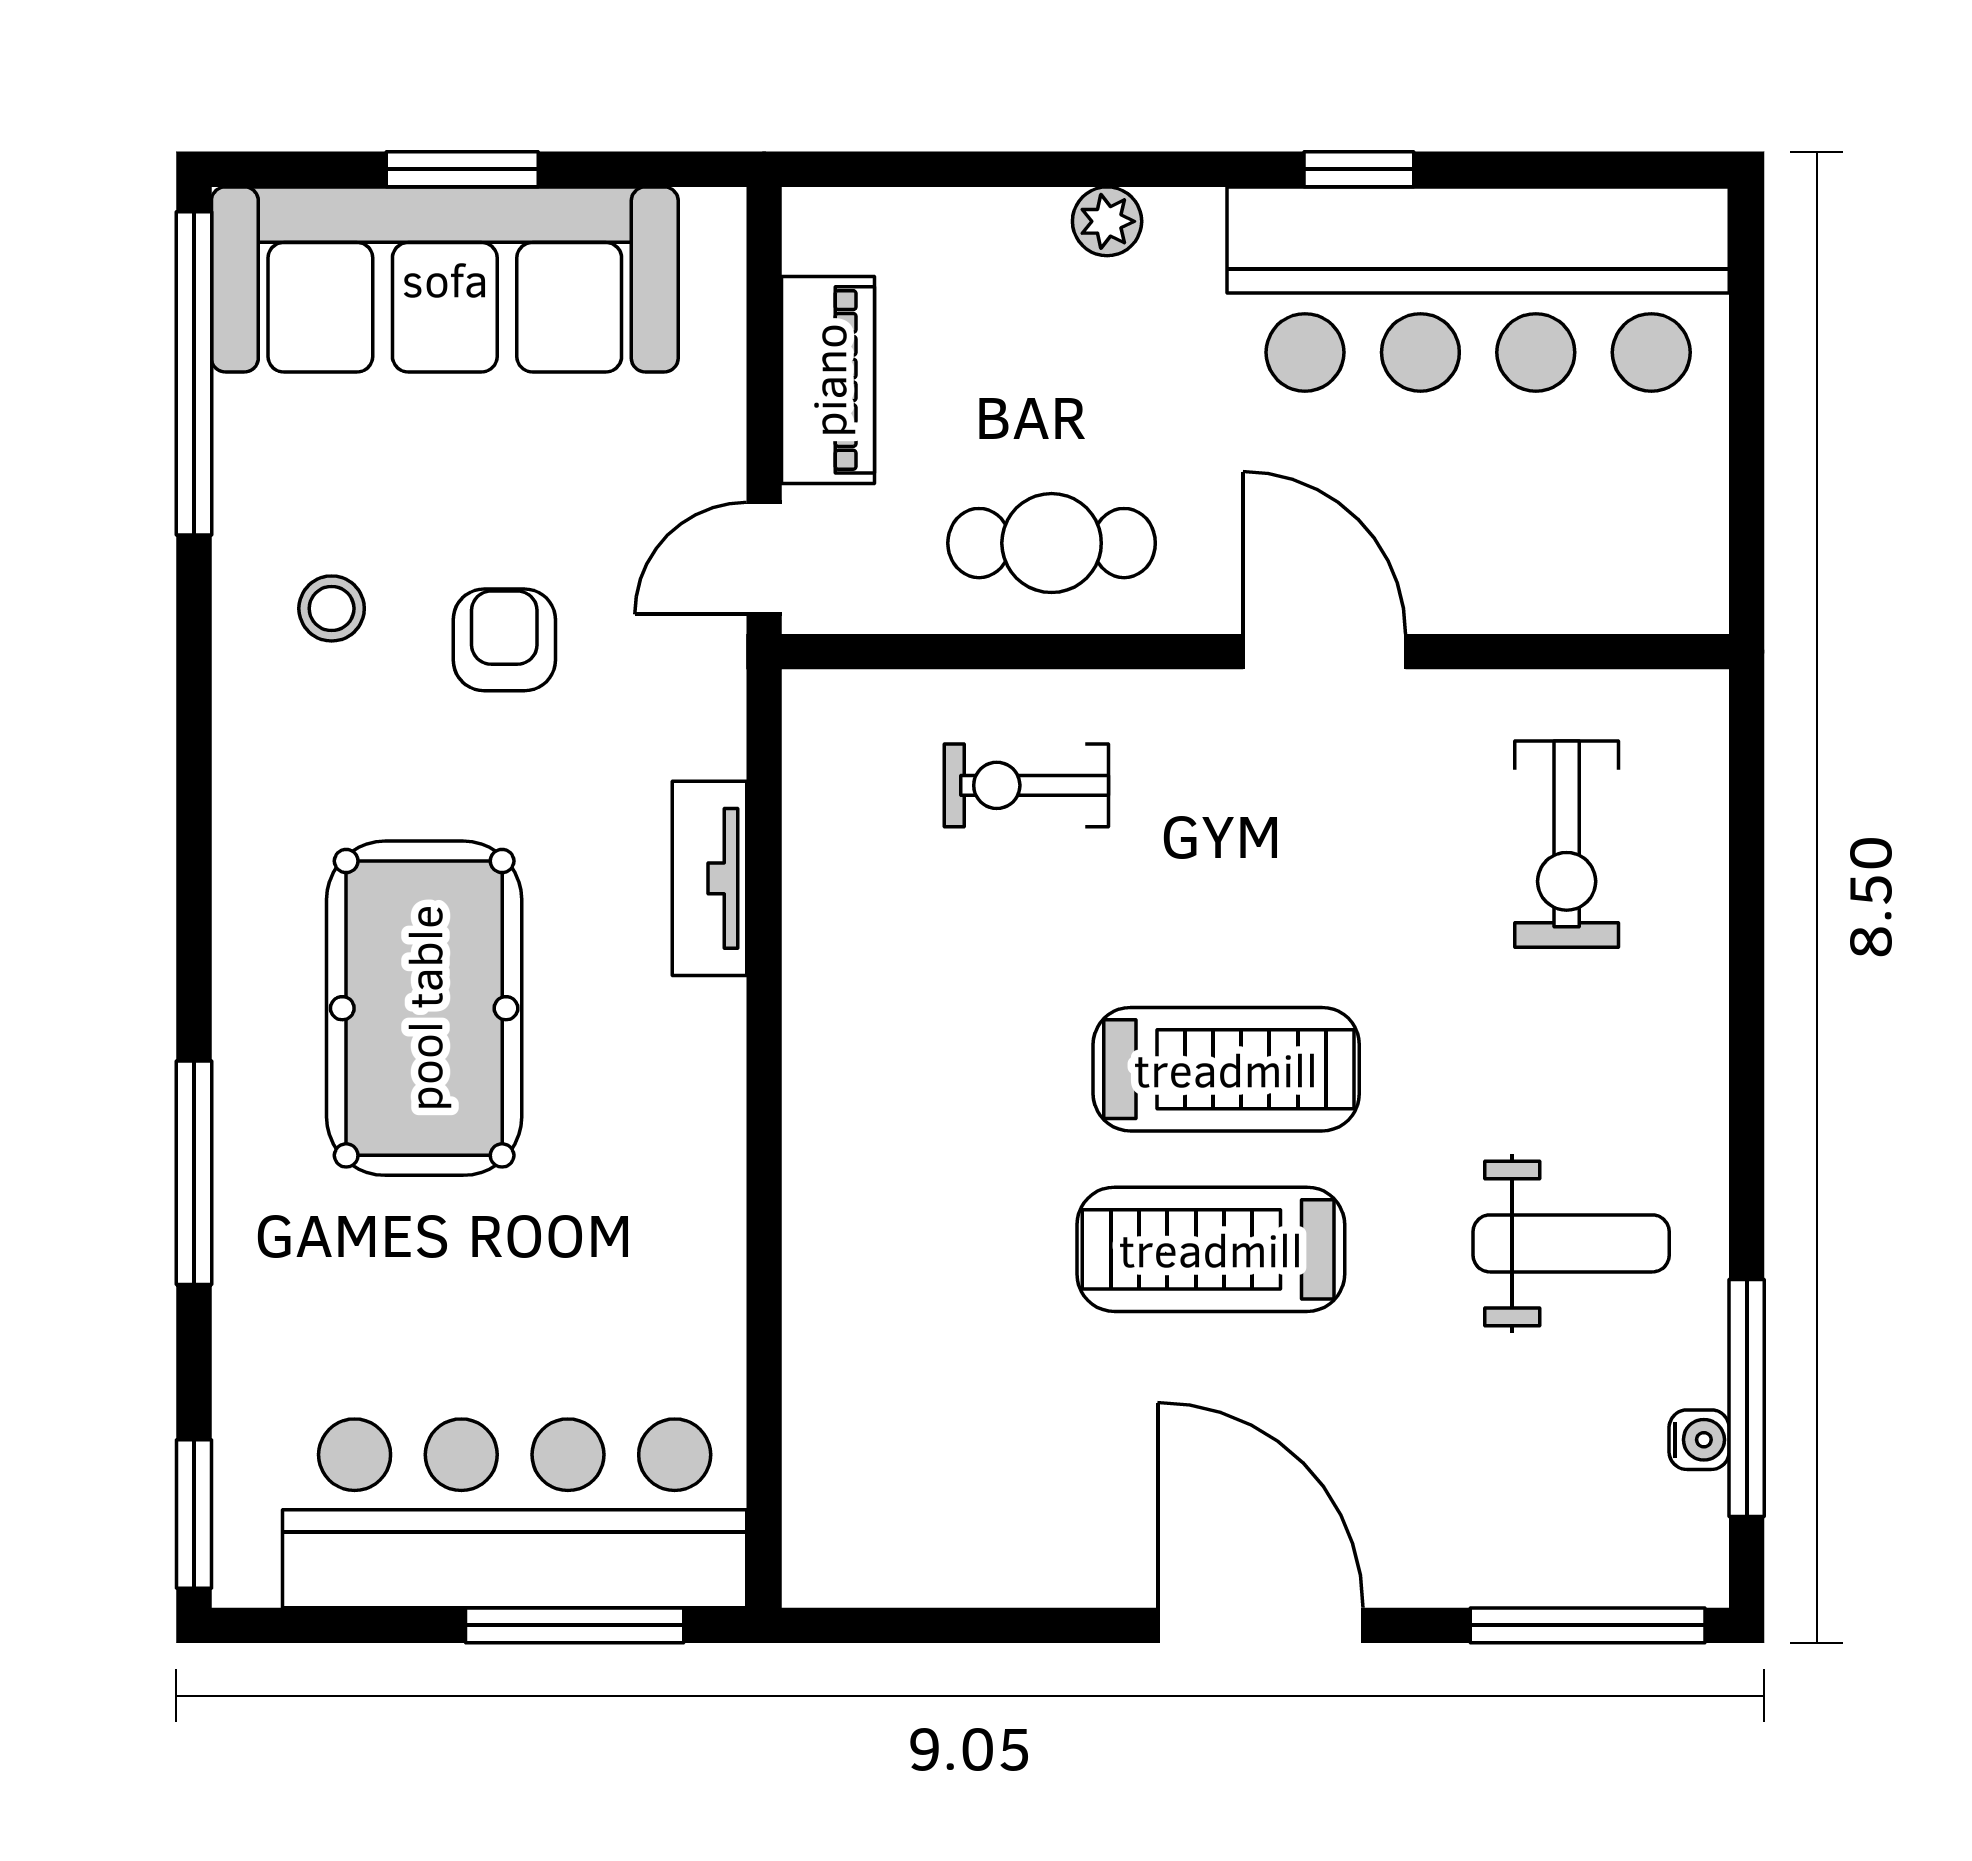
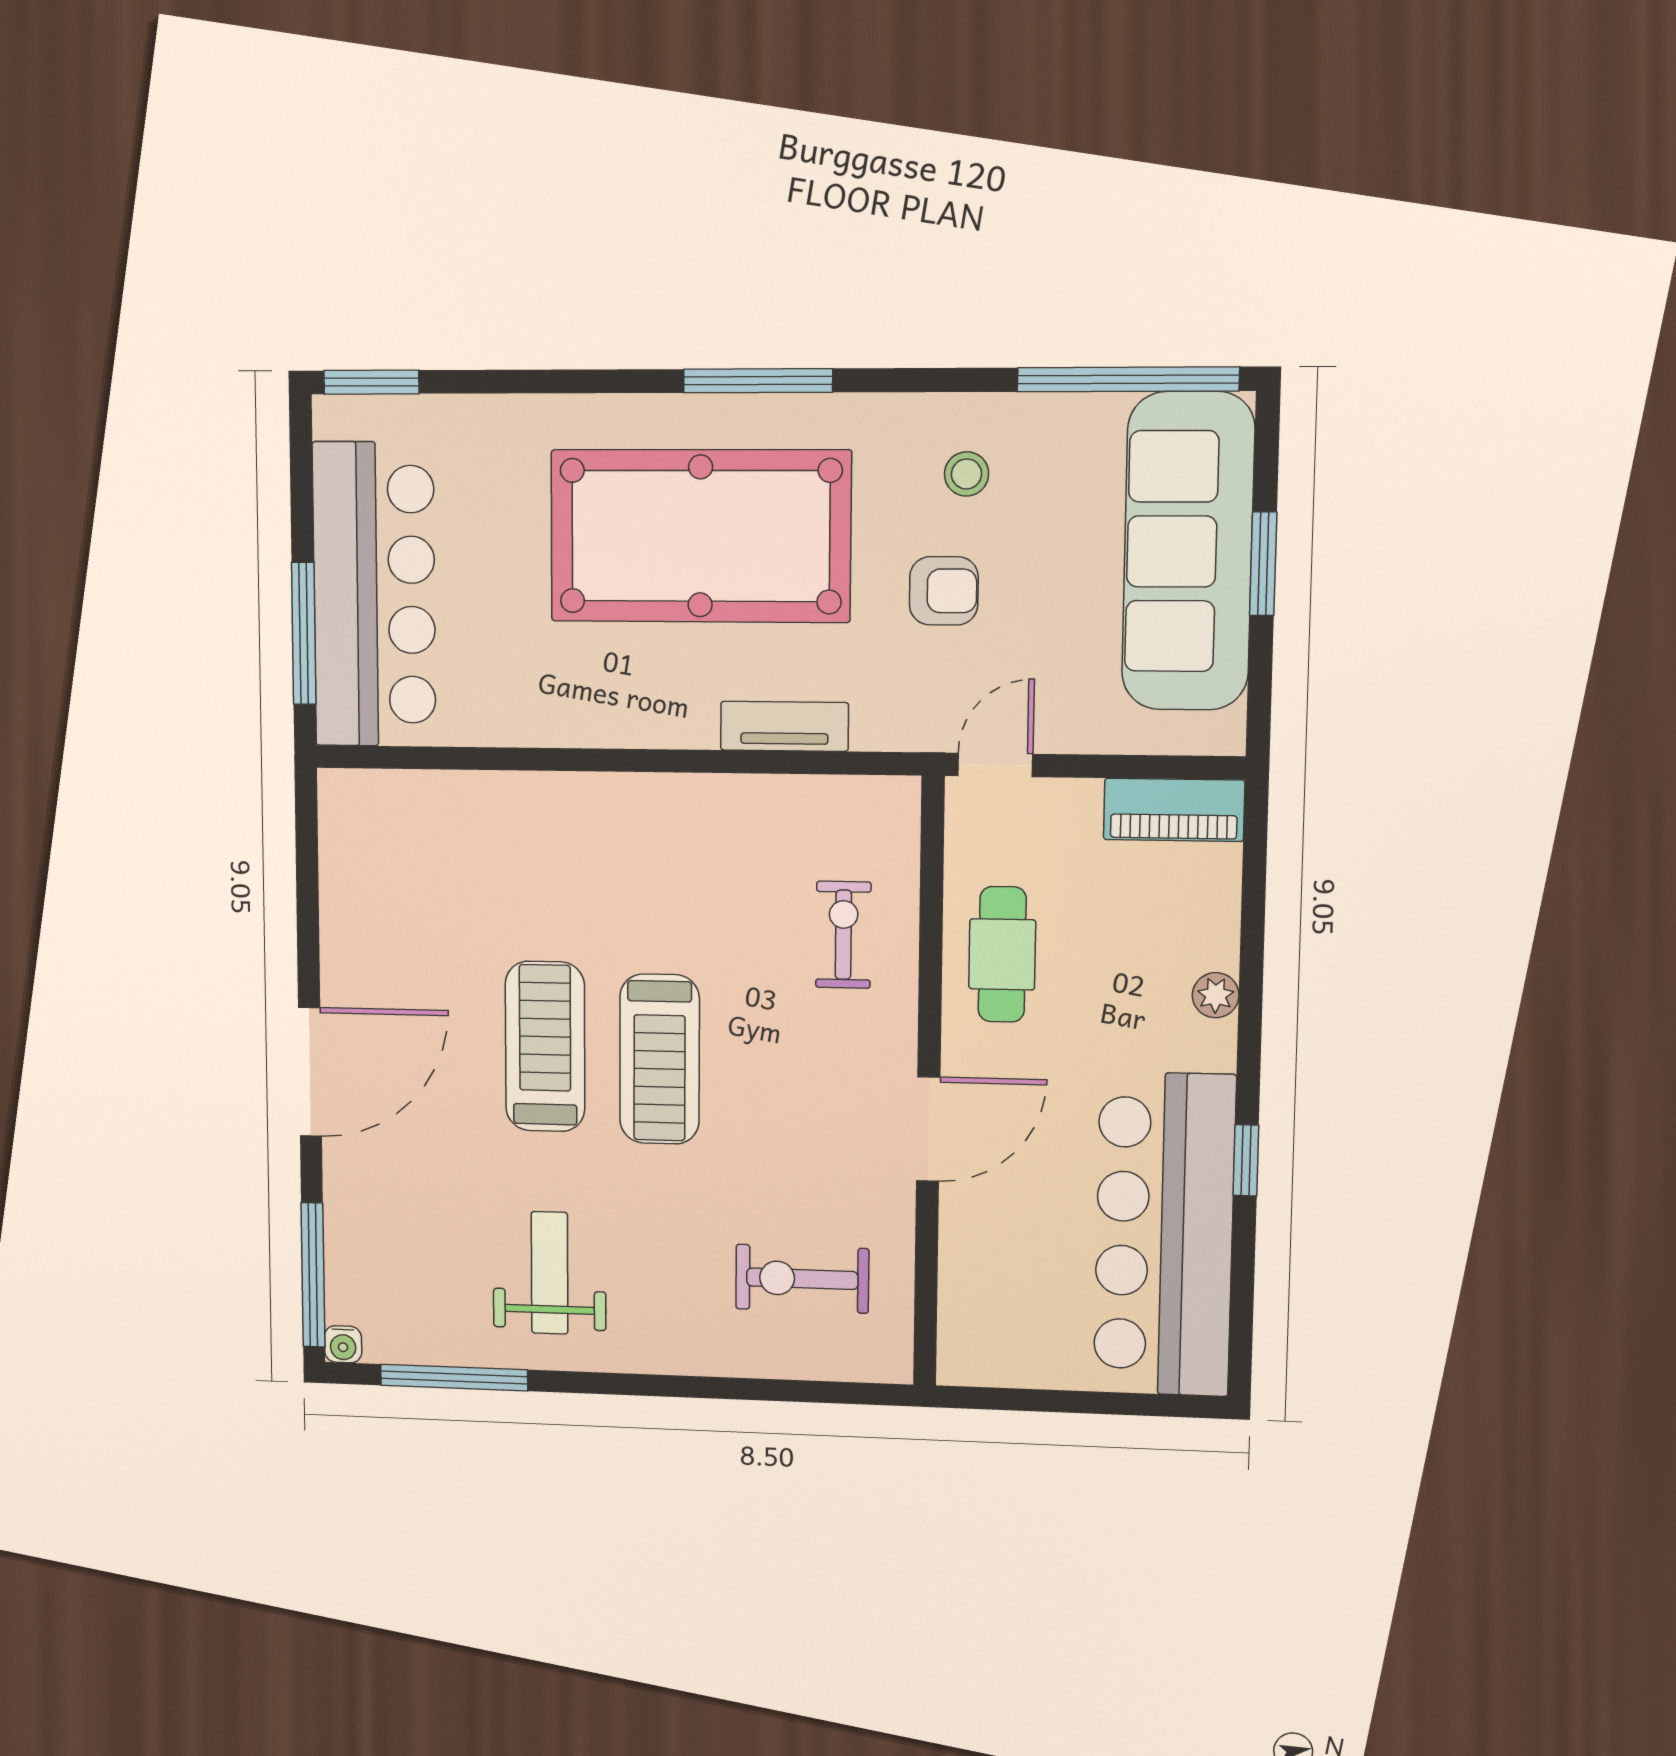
piano: (828, 380) -> (1174, 810), moved
door: (764, 558) -> (995, 765), hinge flipped
pool table: (424, 1008) -> (700, 536), width x1.36, depth x1.32
window: (194, 1173) -> (758, 381), moved
weight bench: (1571, 1243) -> (550, 1273), turned 180
water cooler: (1699, 1440) -> (343, 1344), moved

